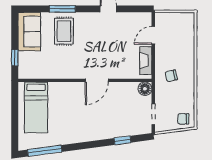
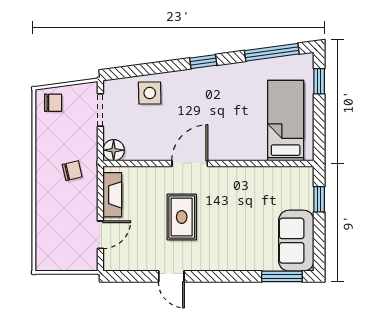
window: (62, 9) -> (282, 276), moved
rug: (64, 31) -> (182, 217), moved
side table: (122, 125) -> (150, 93), added
window: (15, 132) -> (319, 81), added
window: (122, 140) -> (203, 62), moved

